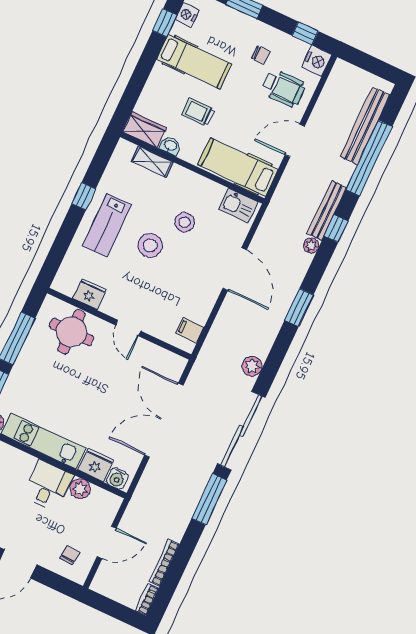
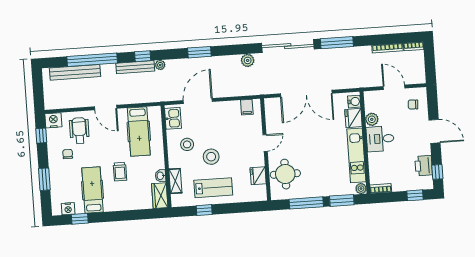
wardrobe: (145, 130) -> (160, 196), moved
washbasin: (170, 146) -> (161, 176), moved
shelving: (152, 162) -> (175, 181), moved
wall: (192, 168) -> (166, 156), moved
kitchen sink: (238, 205) -> (173, 118), moved

